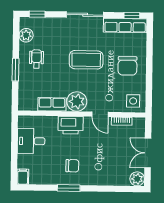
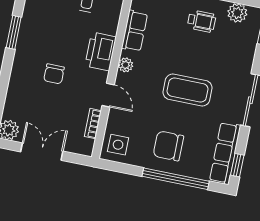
window: (149, 57) -> (176, 179), added
coffee table: (86, 60) -> (188, 90), turned 90
plant: (77, 102) -> (126, 65), width x0.53, depth x0.53
door: (100, 114) -> (108, 95), swing flipped
chair: (72, 166) -> (54, 74), moved

